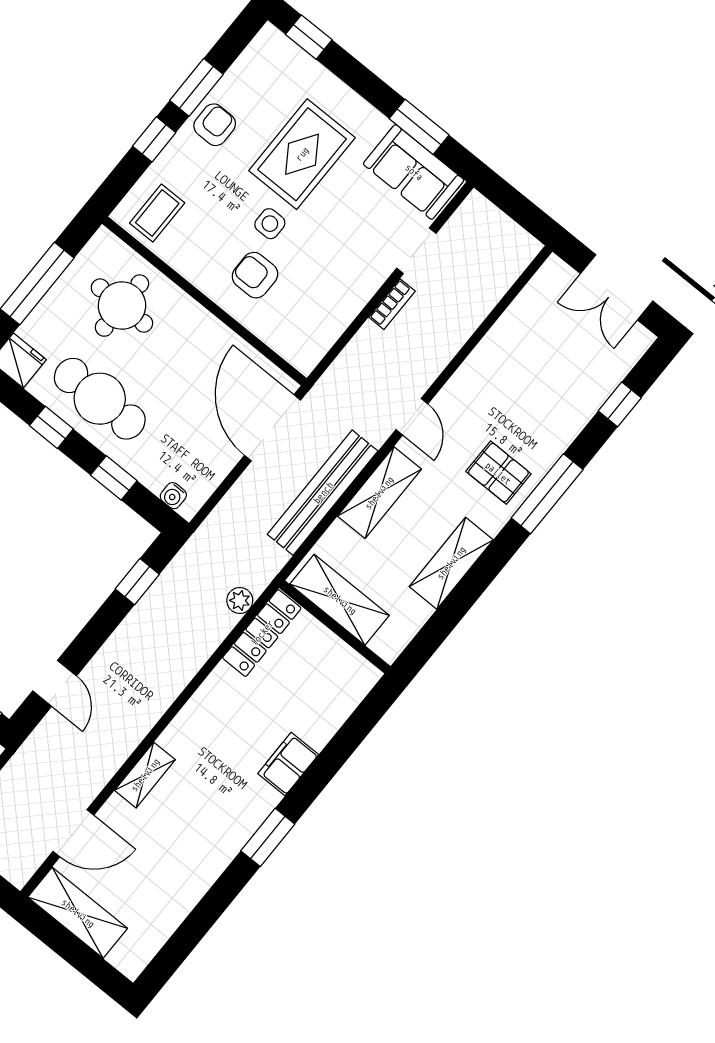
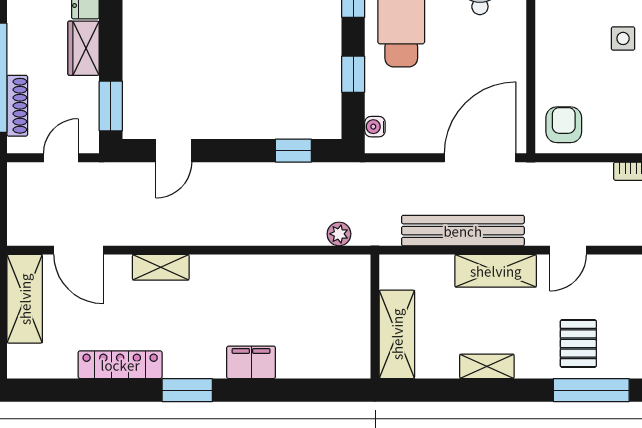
armchair: (255, 275) -> (564, 125), moved
shelving: (451, 563) -> (487, 366), width x0.67, depth x0.75
shelving: (340, 600) -> (397, 334), moved
locker: (262, 633) -> (120, 365), moved, turned 180

